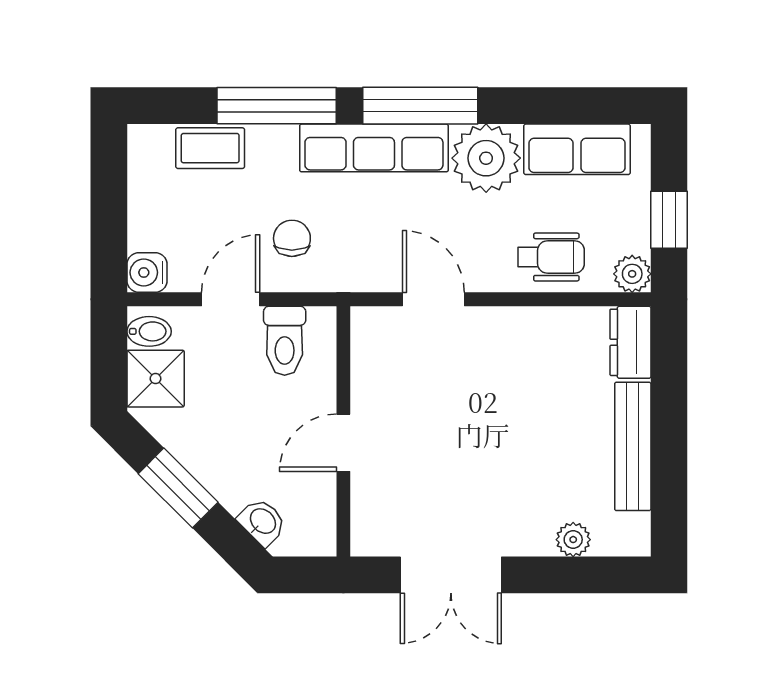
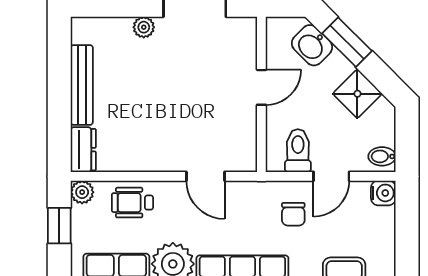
shower: (156, 379) -> (357, 94), moved, turned 45
window: (178, 488) -> (347, 42), moved
washbasin: (262, 522) -> (312, 45), width x1.38, depth x1.45
plant: (573, 540) -> (144, 27), moved

